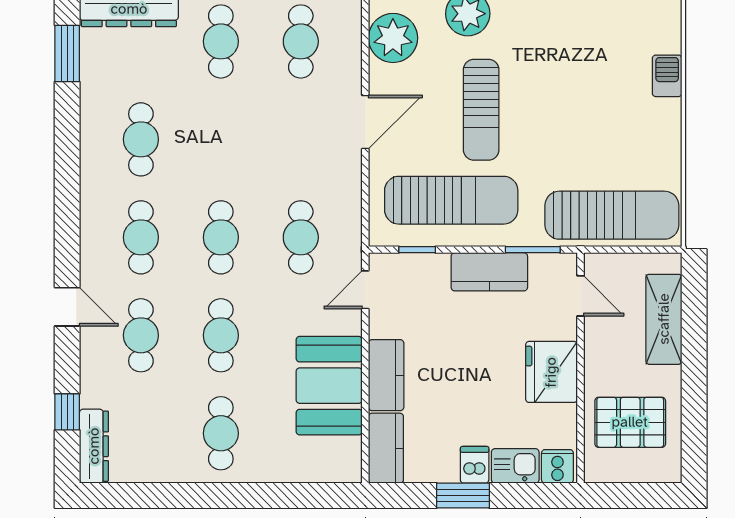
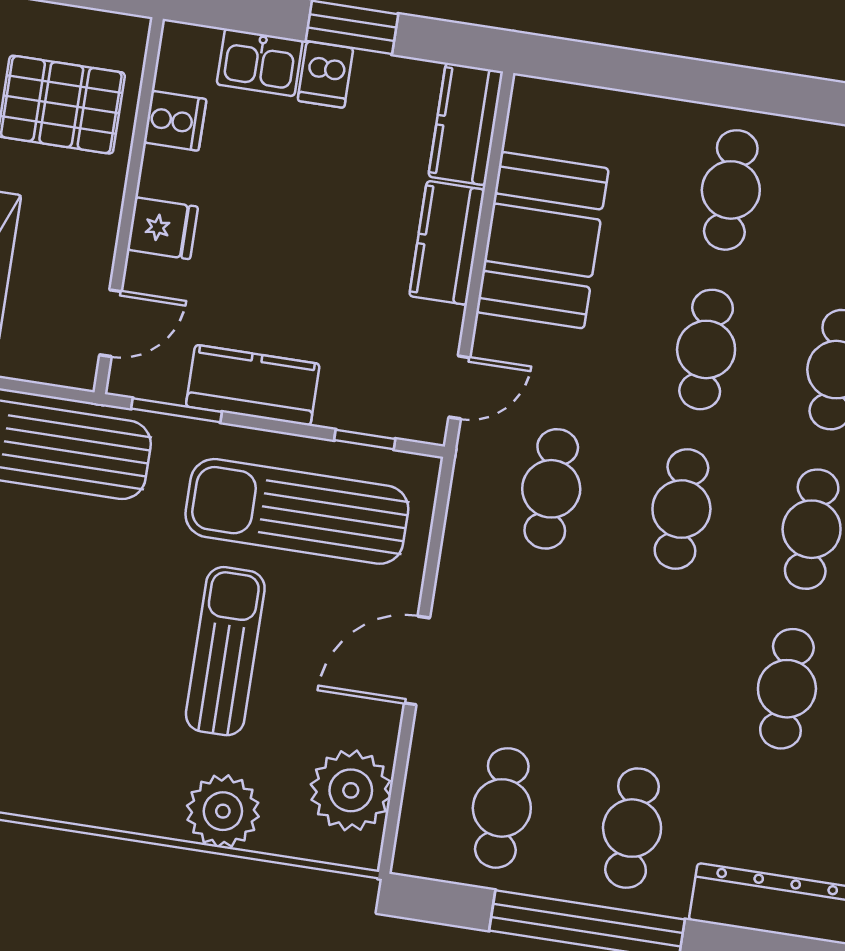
door: (580, 296) -> (110, 323), swing flipped
fridge: (551, 372) -> (163, 228), width x0.53, depth x0.75
cooker: (557, 466) -> (175, 121), moved, turned -90

